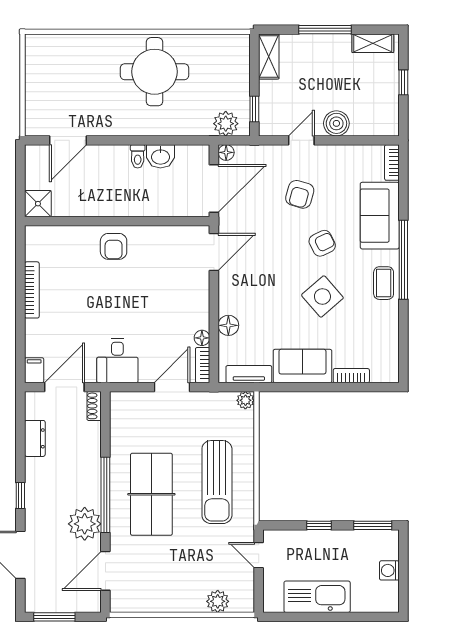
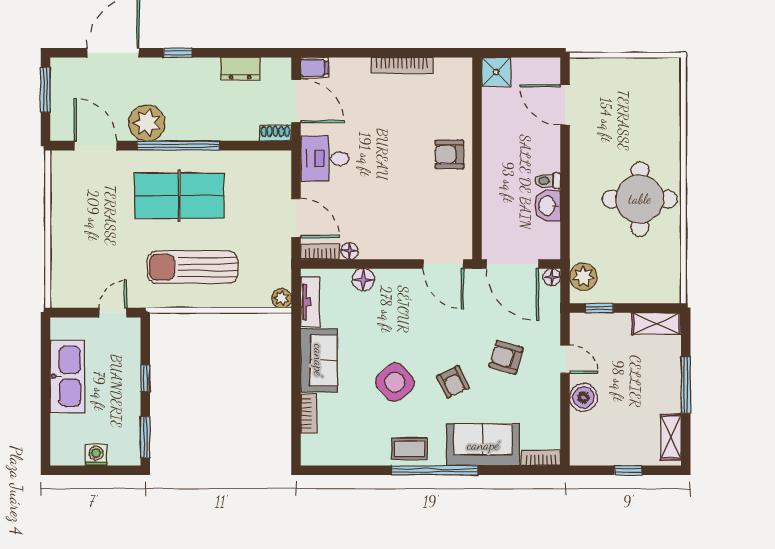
plant: (218, 601) -> (62, 268), removed

